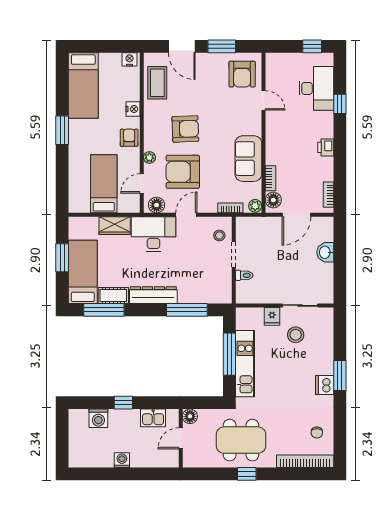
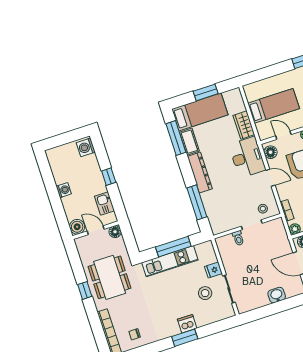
dishwasher: (325, 385) -> (187, 324), moved
washing machine: (98, 418) -> (86, 147), moved
boiler: (170, 459) -> (77, 227), added

